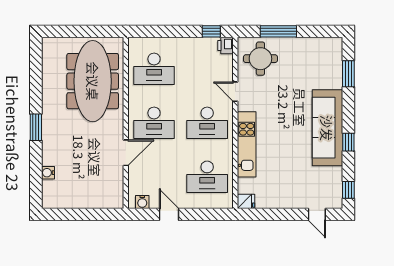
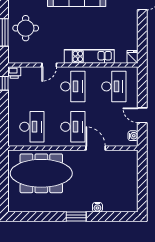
round table: (260, 59) -> (26, 28), moved
water cooler: (48, 173) -> (97, 207), moved
door: (169, 214) -> (142, 115), hinge flipped

